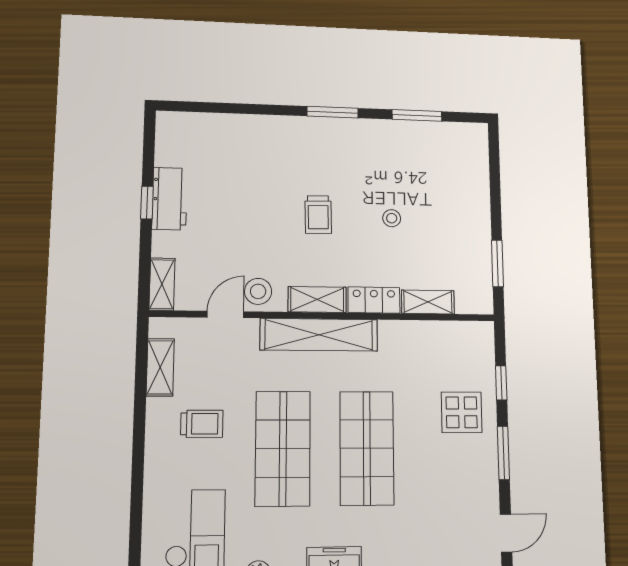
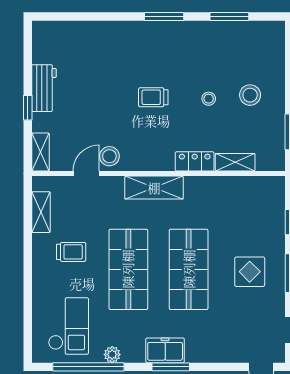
window: (147, 203) -> (28, 108), moved
trolley: (318, 215) -> (153, 97), turned 91
stool: (446, 215) -> (250, 95), added
shelving: (317, 299) -> (153, 162), removed
shelving: (319, 335) -> (154, 188), width x0.68
display table: (462, 412) -> (250, 272), moved

